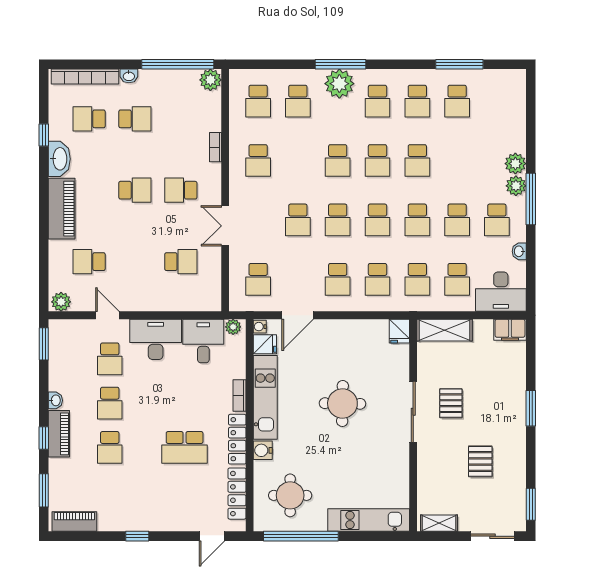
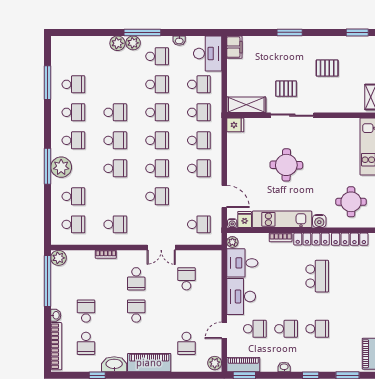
shelving: (445, 330) -> (246, 105), moved, turned 90
piano: (59, 434) -> (243, 365), moved

